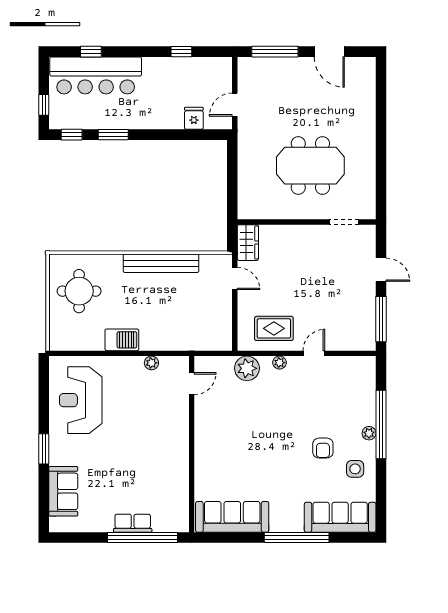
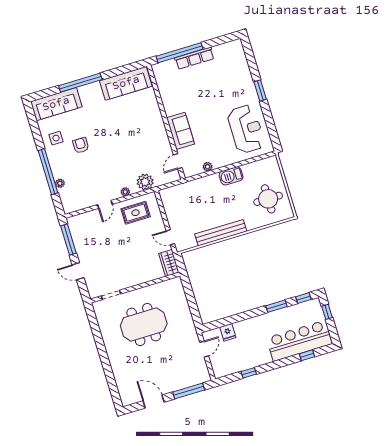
plant: (369, 433) -> (60, 183), moved
sofa: (63, 491) -> (180, 131), moved, turned 180
row of seats: (133, 523) -> (194, 58), width x1.48

